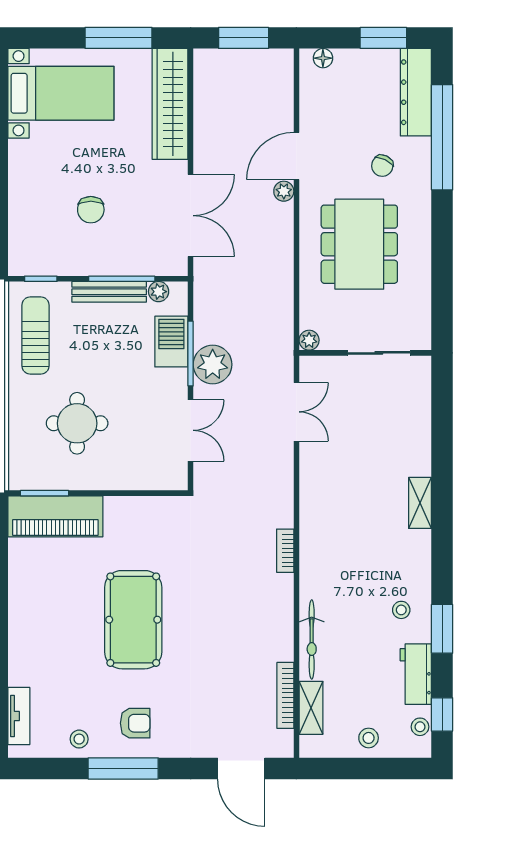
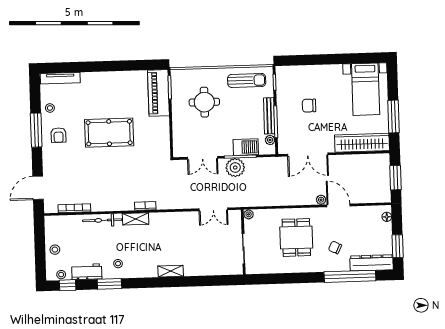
dining table: (359, 244) -> (296, 237), width x0.73
shelving: (311, 708) -> (136, 219), moved
tv unit: (19, 716) -> (60, 78), width x1.41

